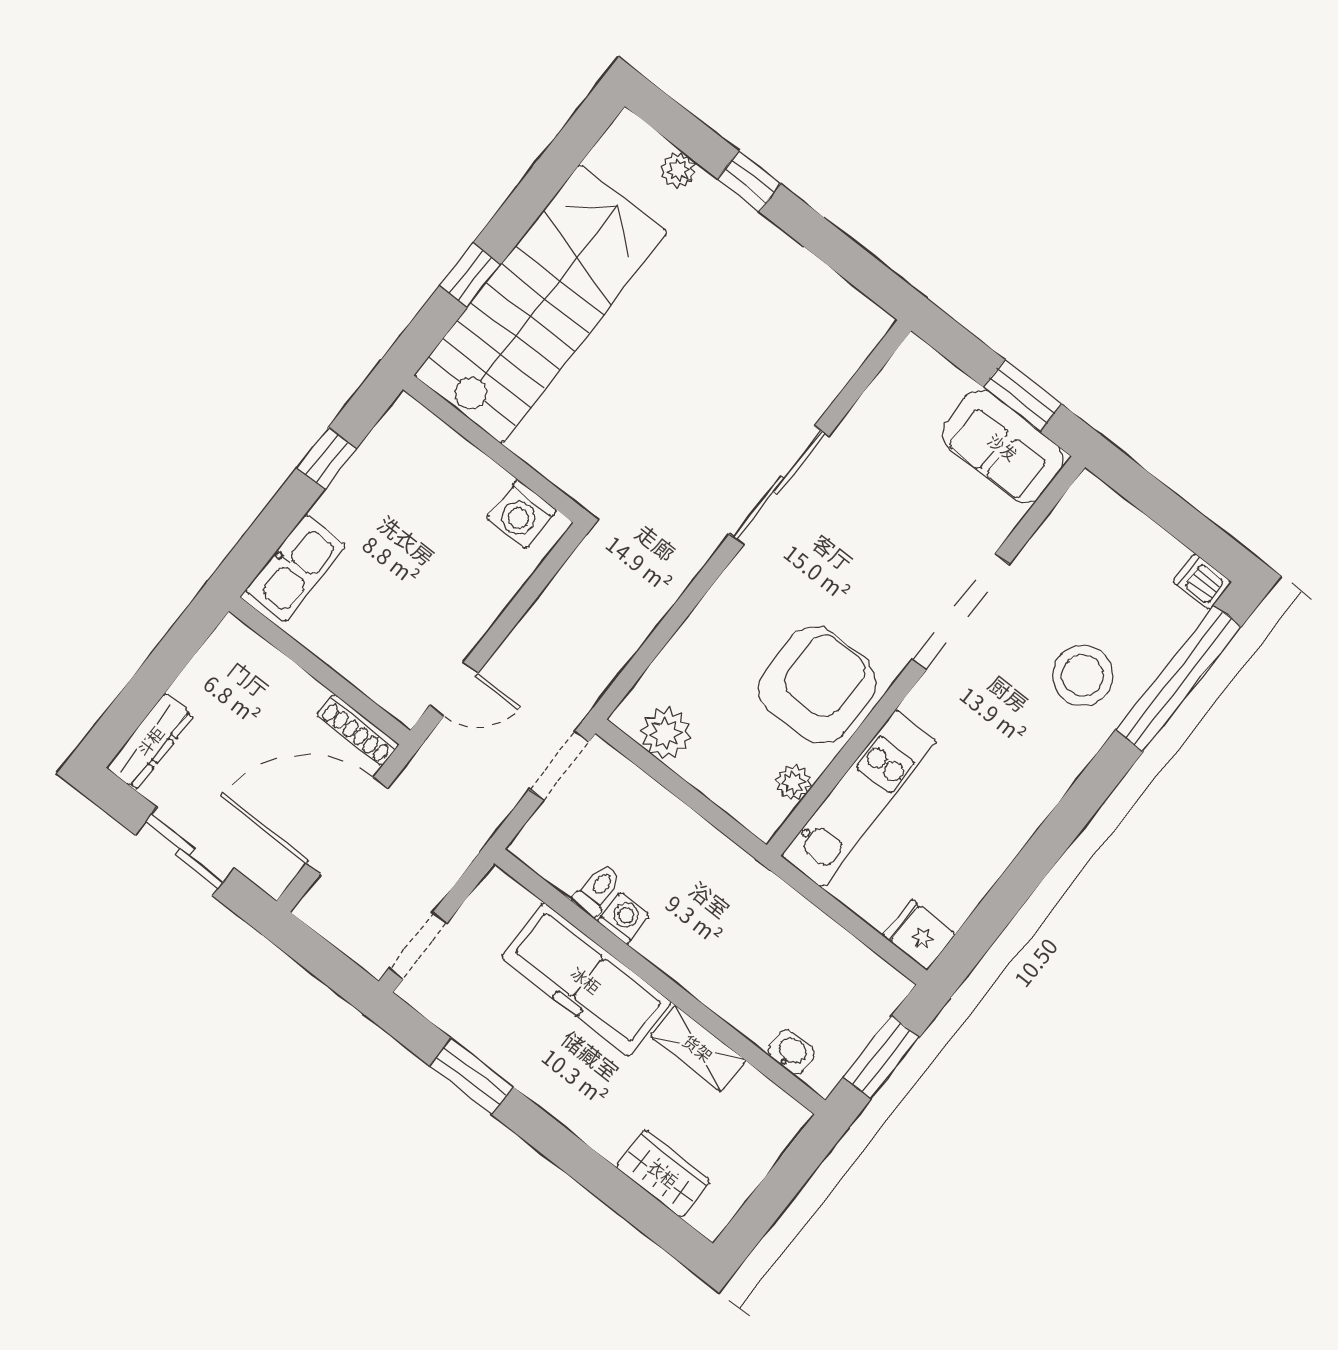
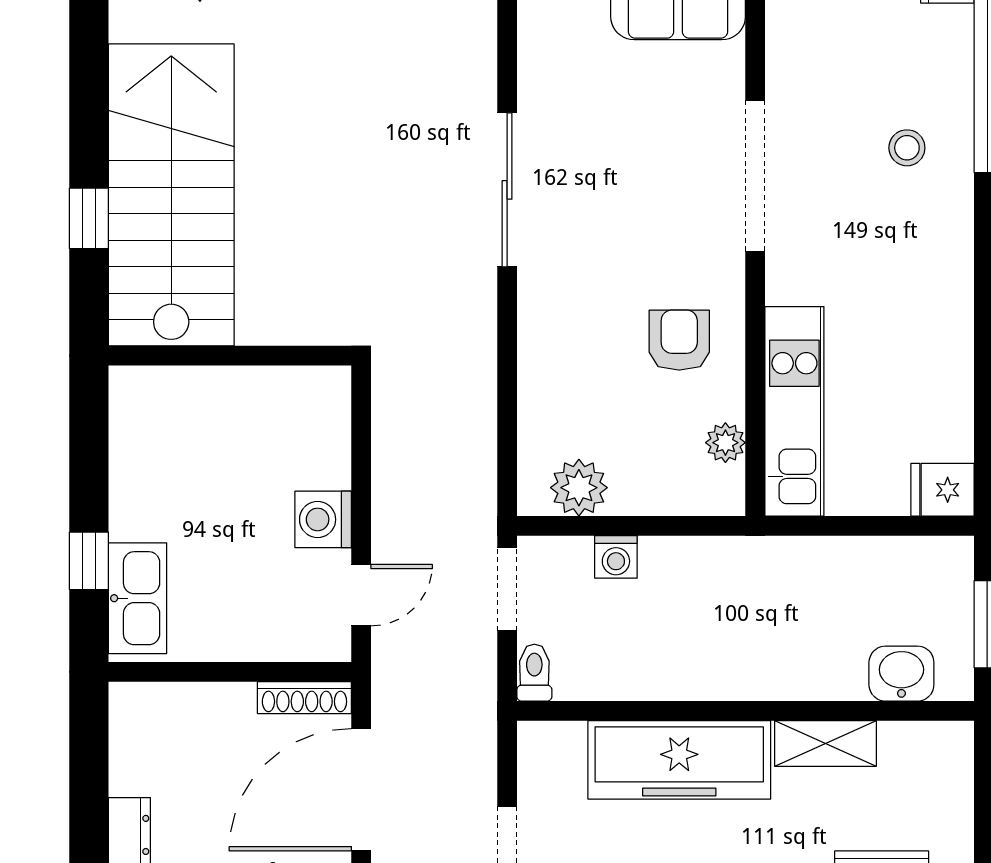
window: (326, 458) -> (89, 561), moved
washing machine: (522, 514) -> (323, 519), moved, turned 90
stool: (1083, 676) -> (907, 148), width x0.53, depth x0.53
armchair: (817, 685) -> (679, 340), width x0.53, depth x0.53
toilet: (598, 890) -> (534, 673), moved
washing machine: (624, 918) -> (616, 557), moved, turned 180
washbasin: (791, 1052) -> (901, 674), width x1.38, depth x1.45

